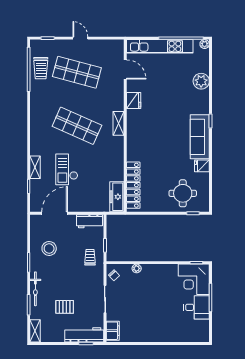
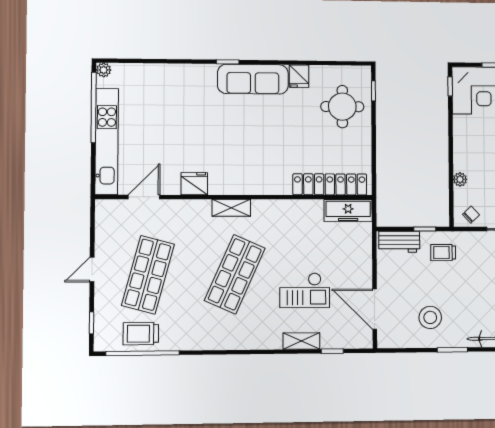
trolley: (41, 68) -> (141, 334), turned 180
plant: (201, 81) -> (164, 76), removed
workbench: (89, 221) -> (399, 242), moved, turned 90

